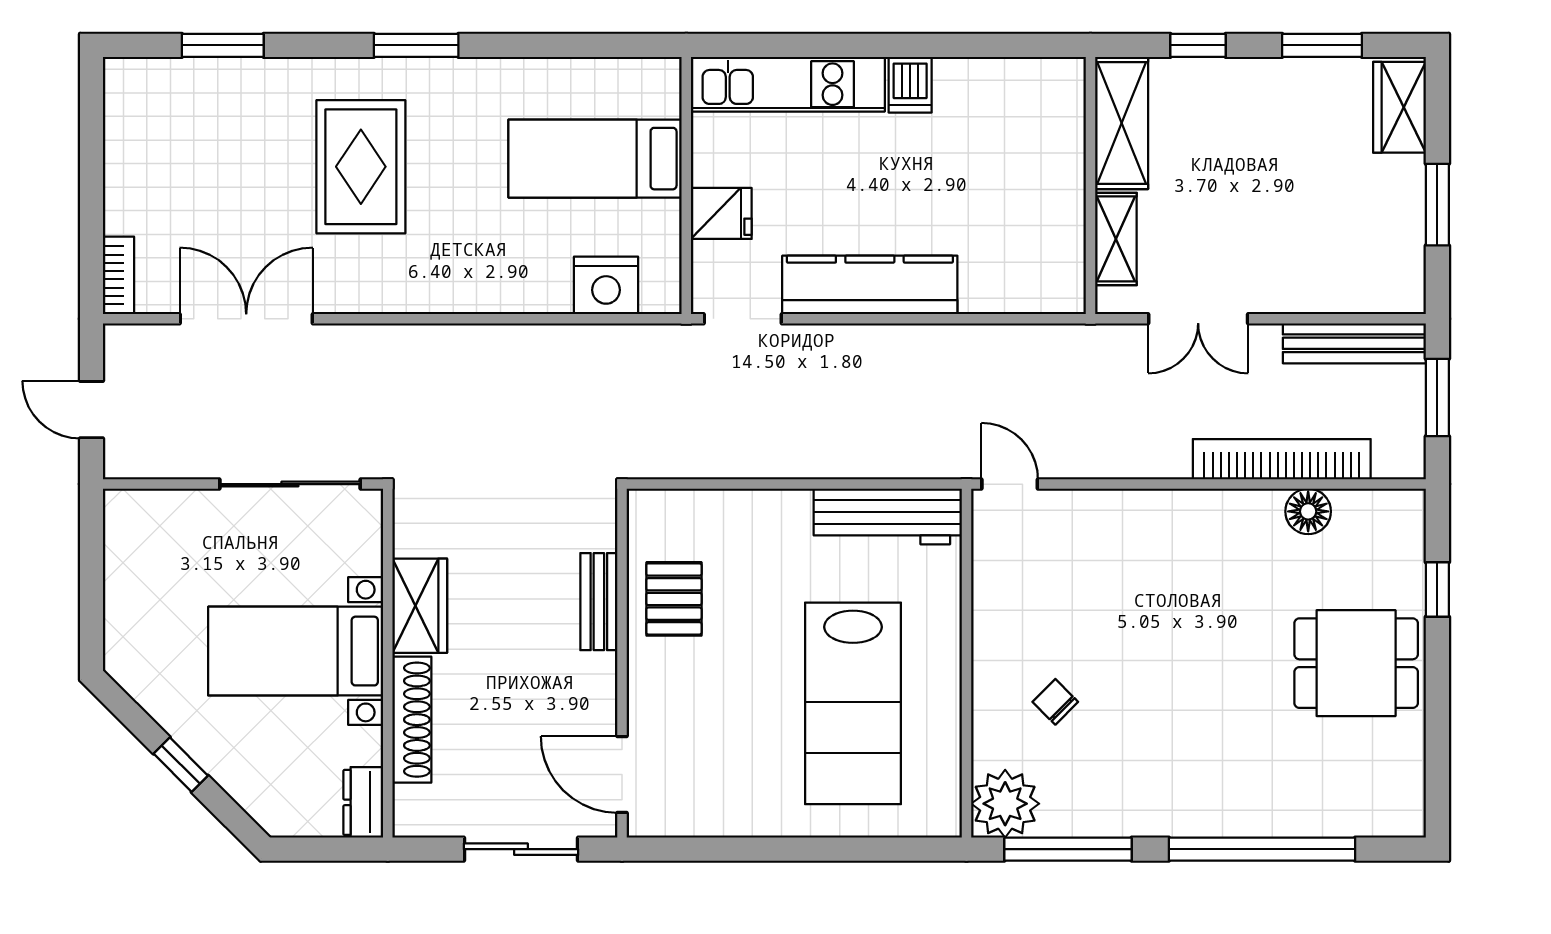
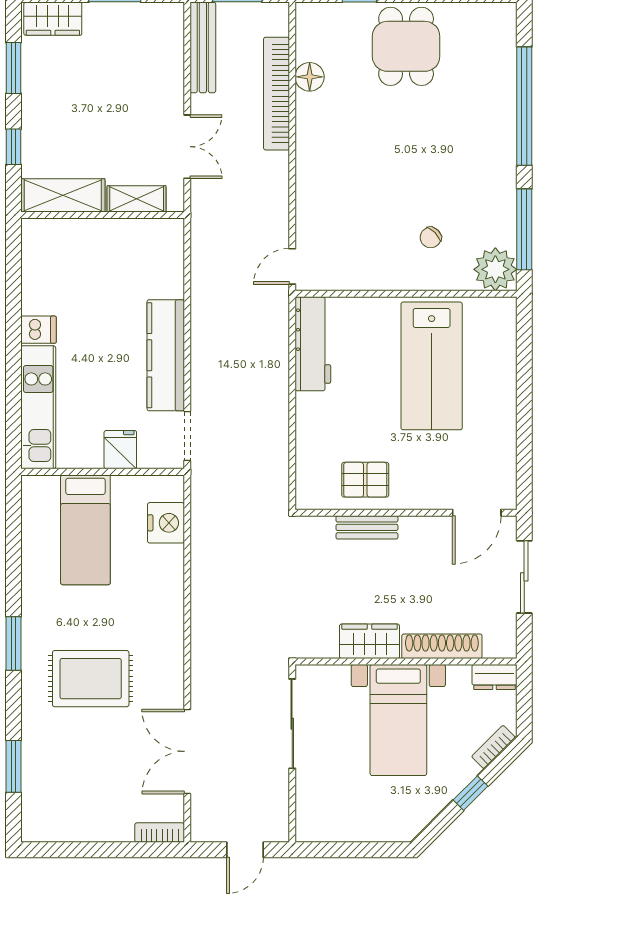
lab bench: (853, 703) -> (432, 366), turned 90
bookcase: (253, 801) -> (494, 747), added

